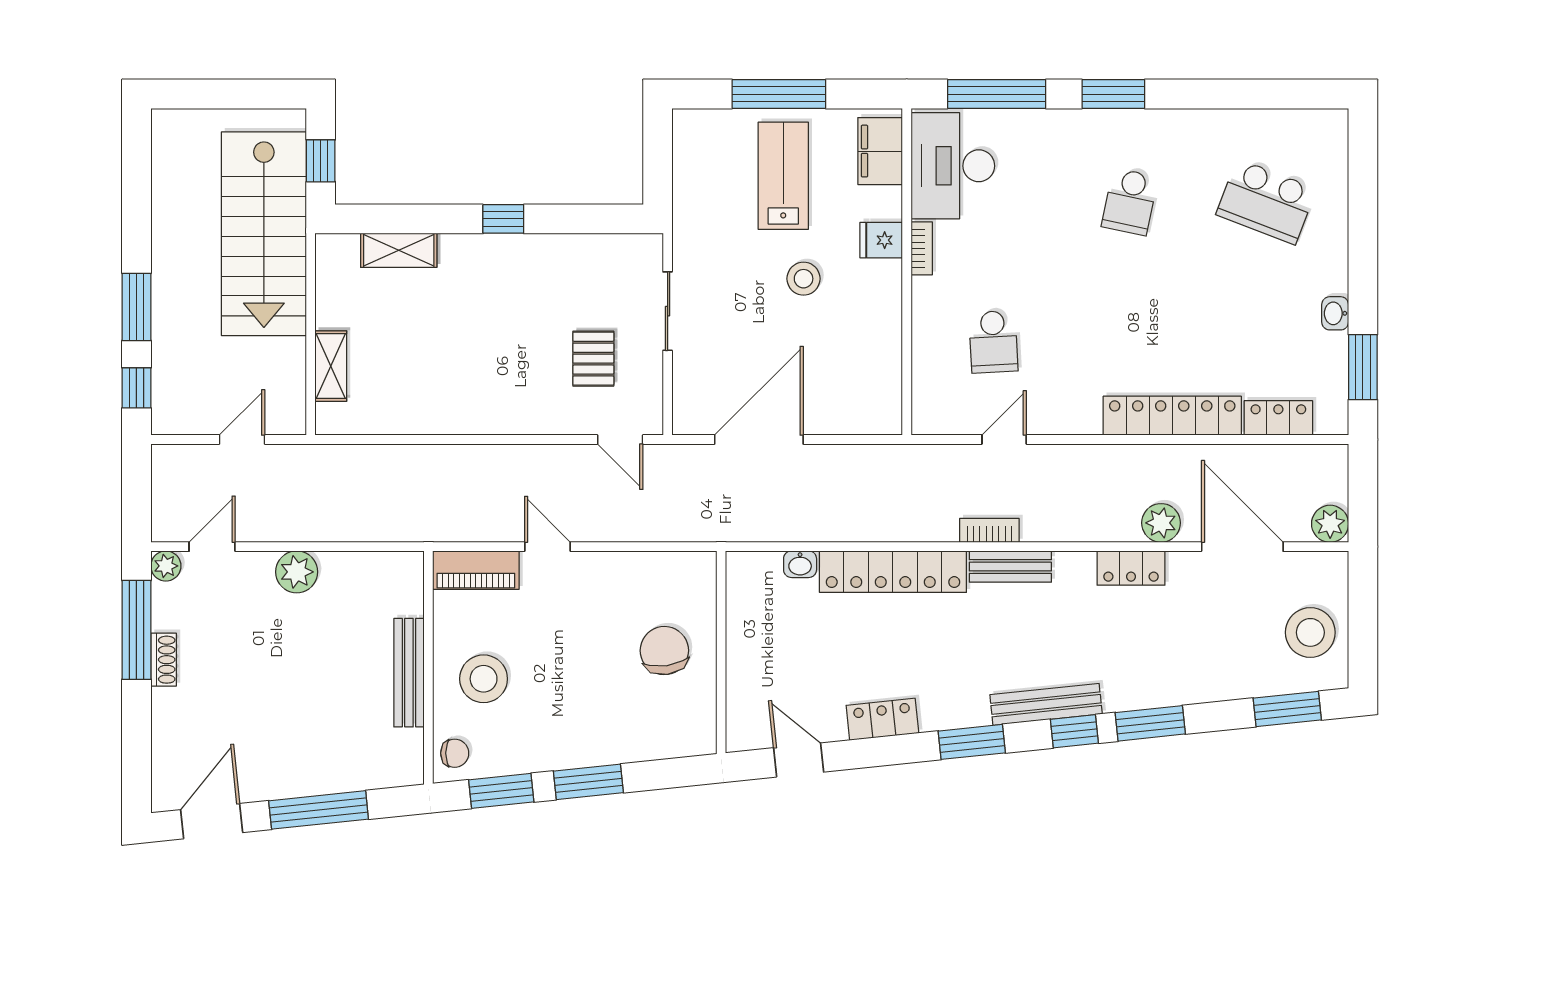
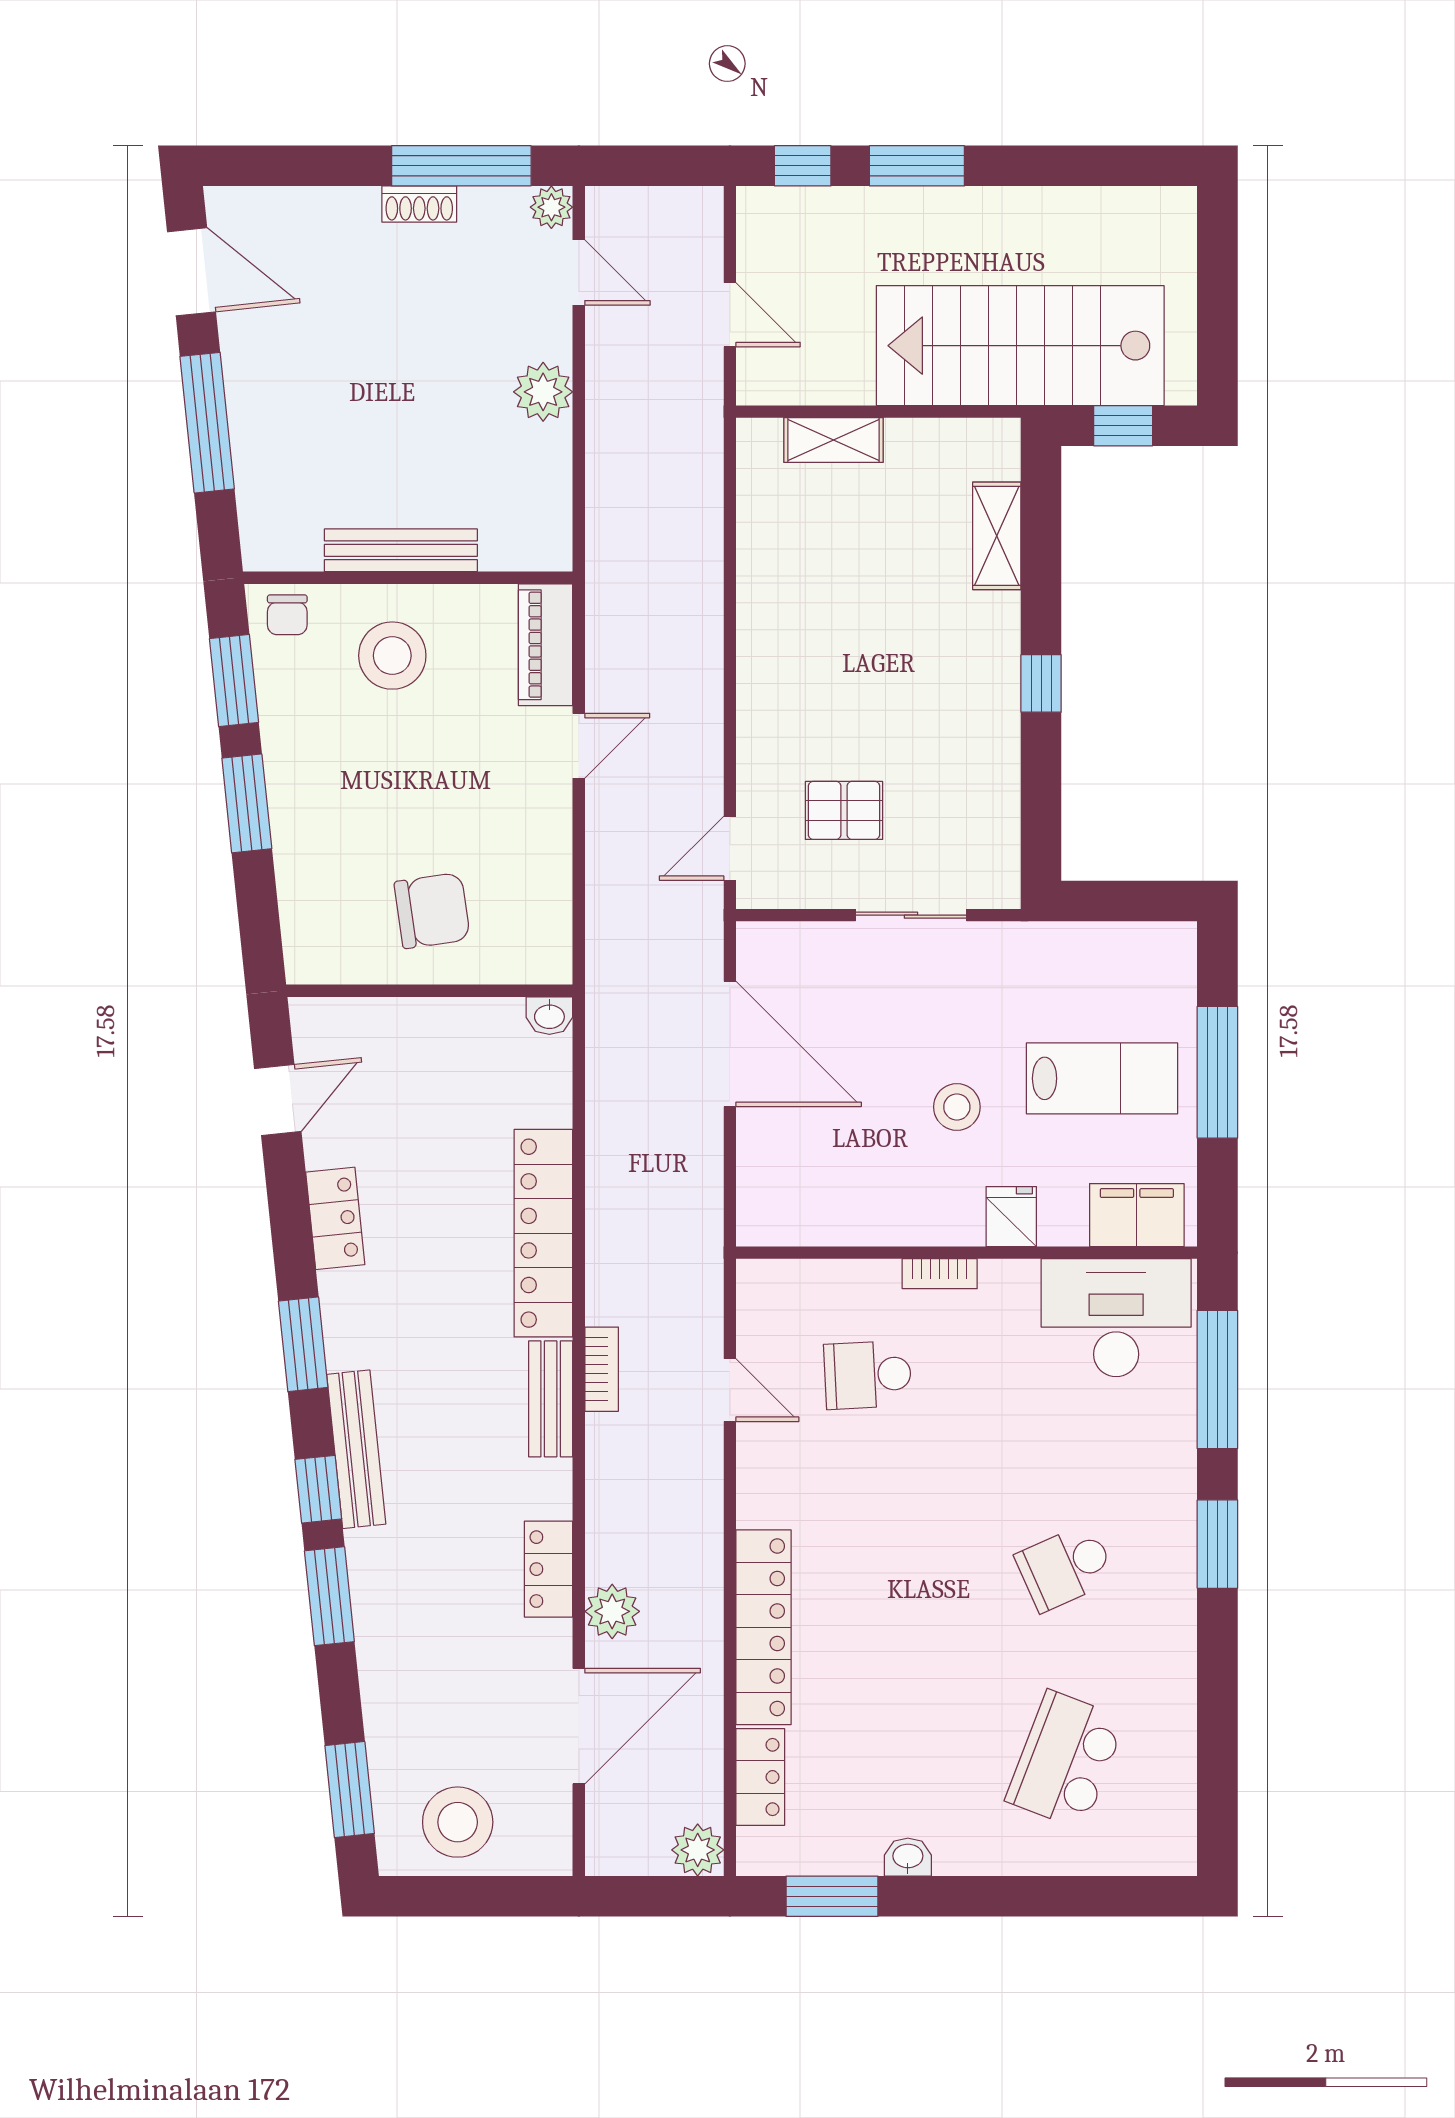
school desk: (1130, 202) -> (1065, 1567), turned -36
bookcase: (922, 248) -> (940, 1274), moved
plant: (1330, 524) -> (698, 1850), moved
washbasin: (800, 564) -> (549, 1016), moved, turned -90

